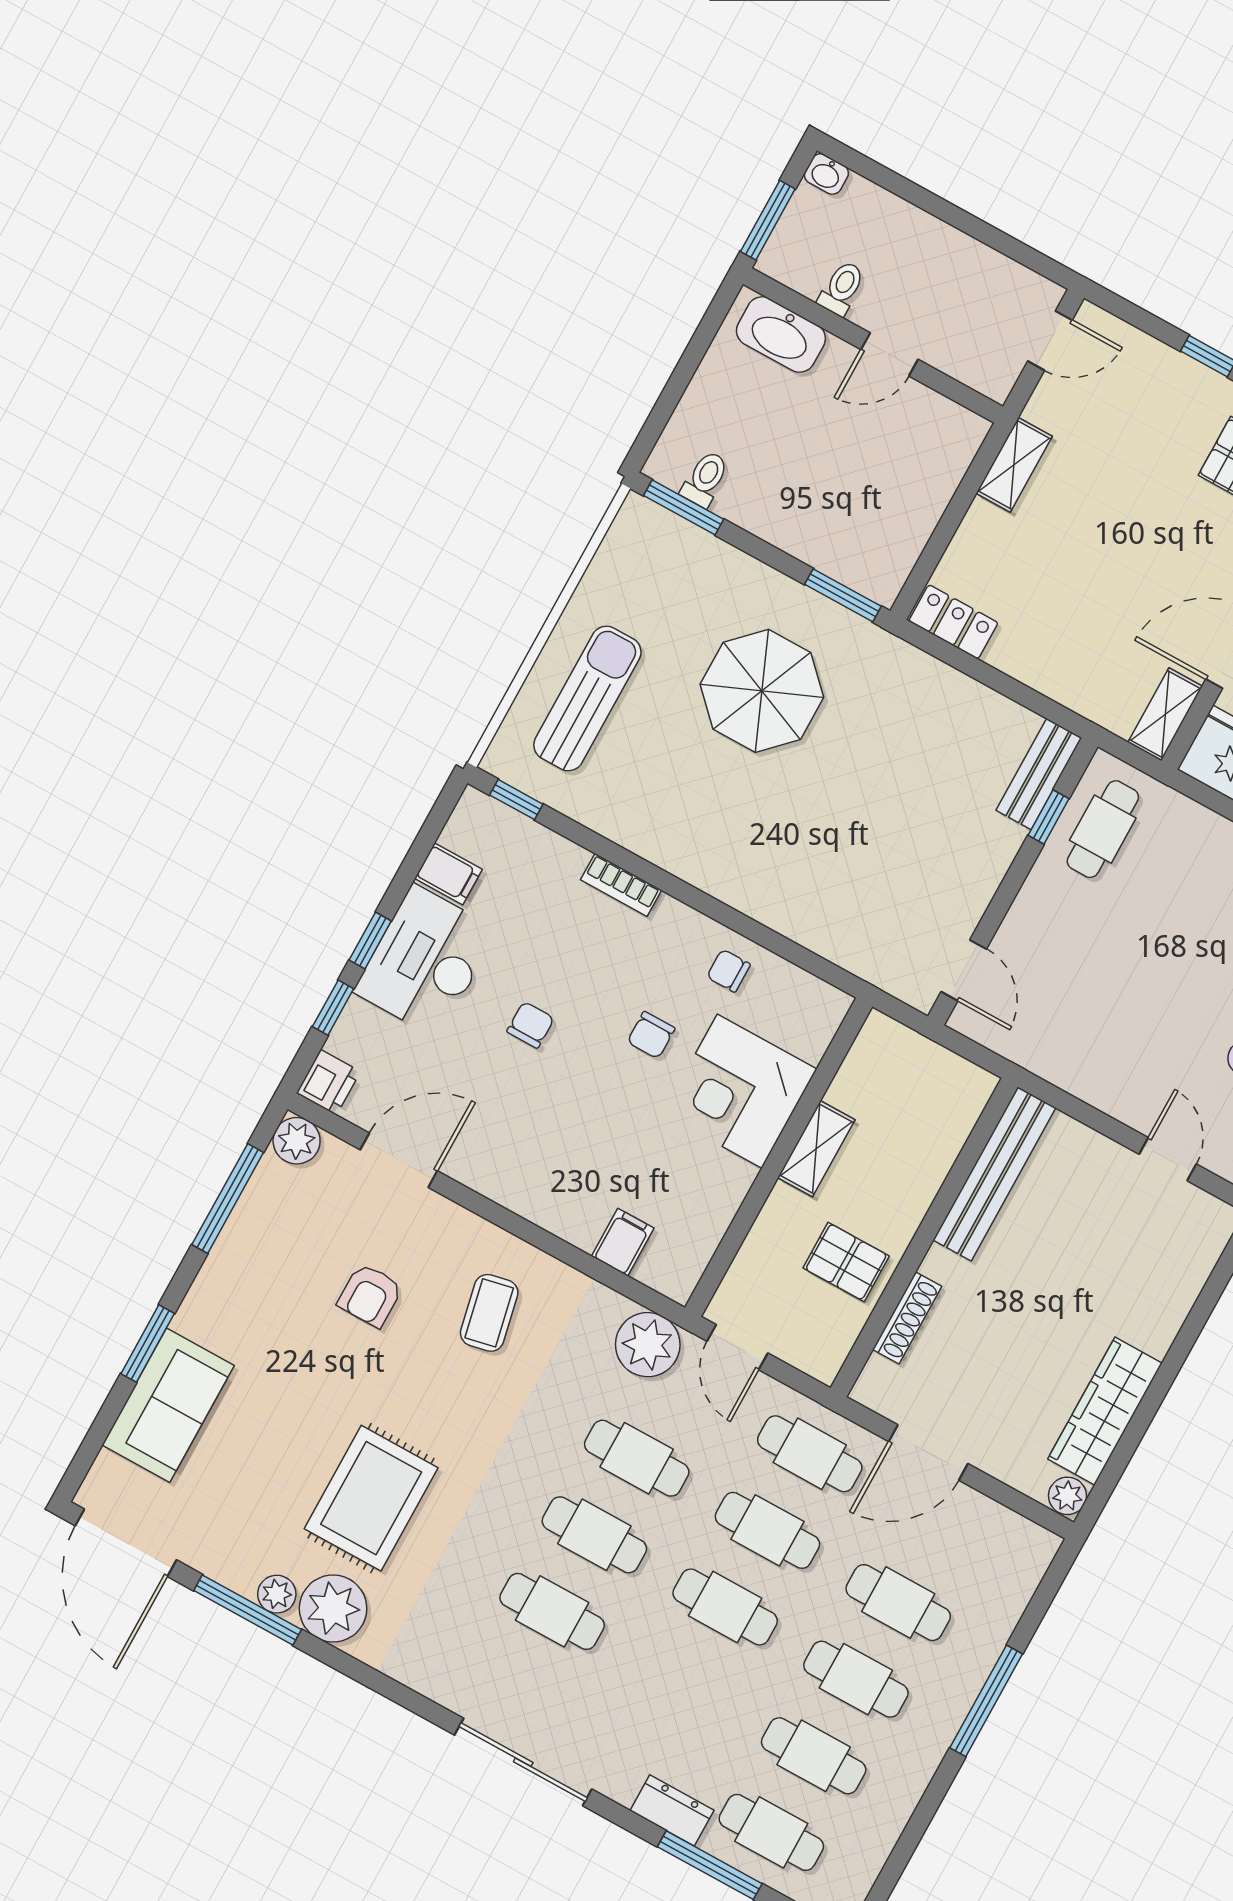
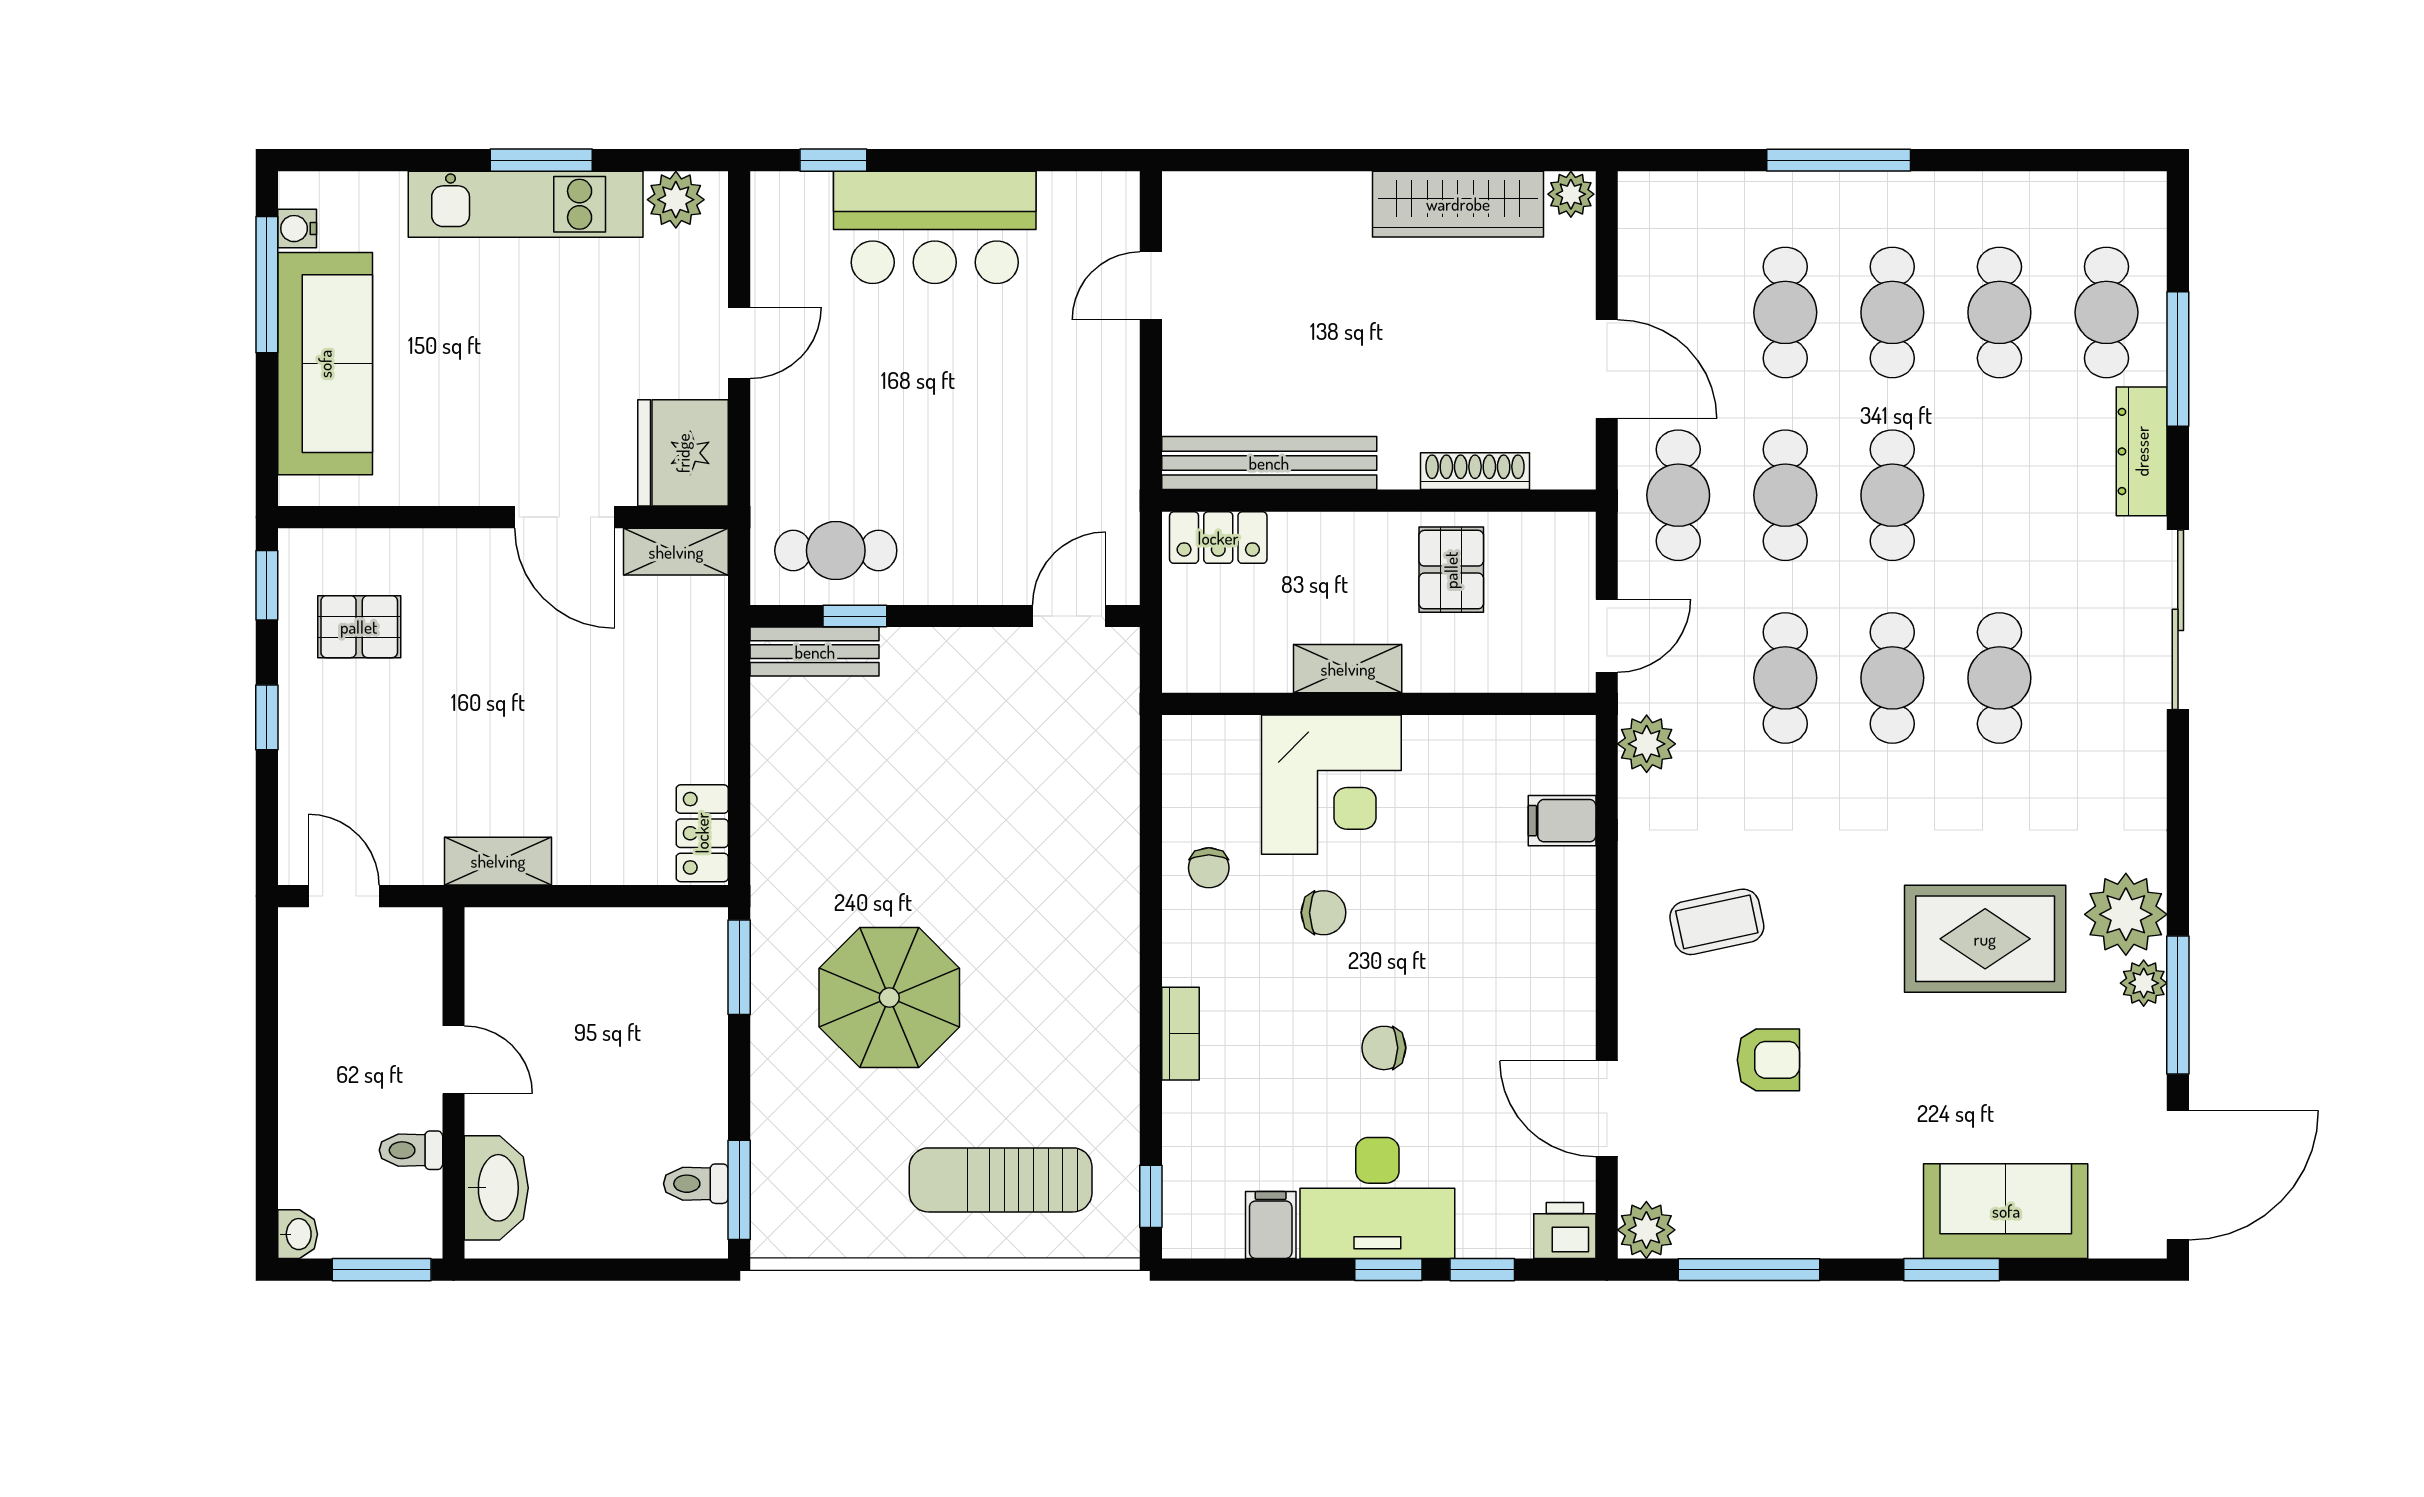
locker: (961, 1108) -> (1218, 538), added
plant: (648, 1345) -> (1647, 744), width x0.73, depth x0.73
dresser: (672, 1810) -> (2142, 451), width x1.44

